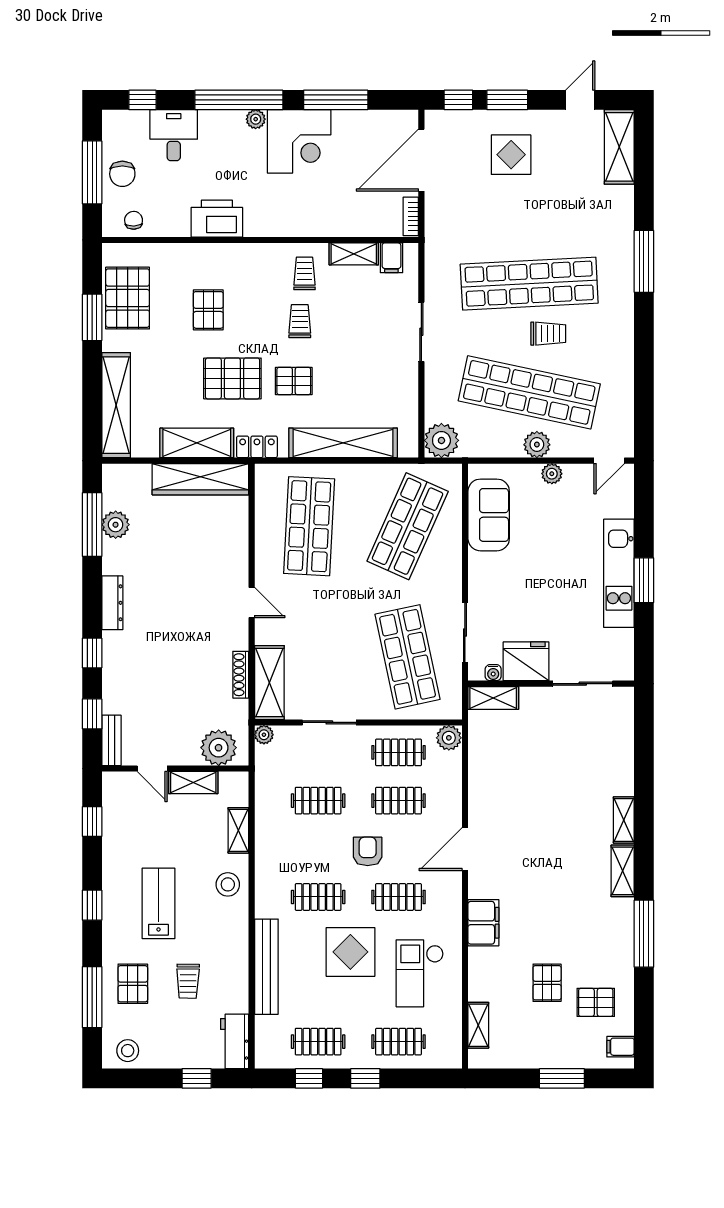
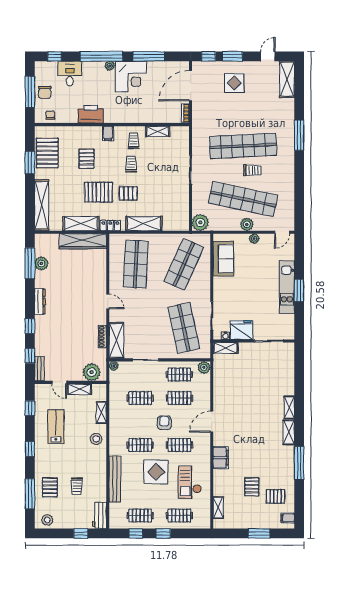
filing cabinet: (391, 258) -> (108, 133), moved
shelving: (343, 443) -> (144, 224), width x0.68
lab bench: (158, 903) -> (56, 427), moved

